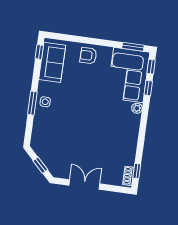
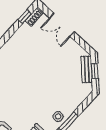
bench: (49, 162) -> (87, 69), added
double door: (84, 185) -> (62, 25), moved

